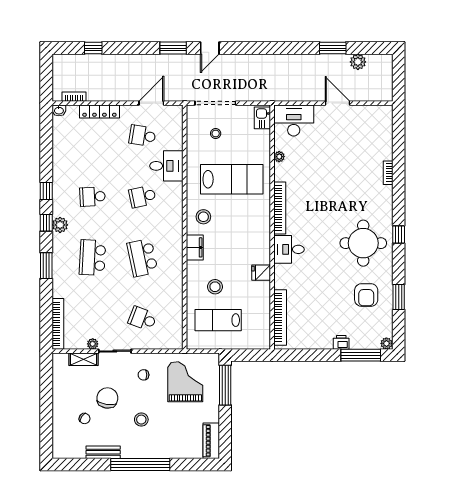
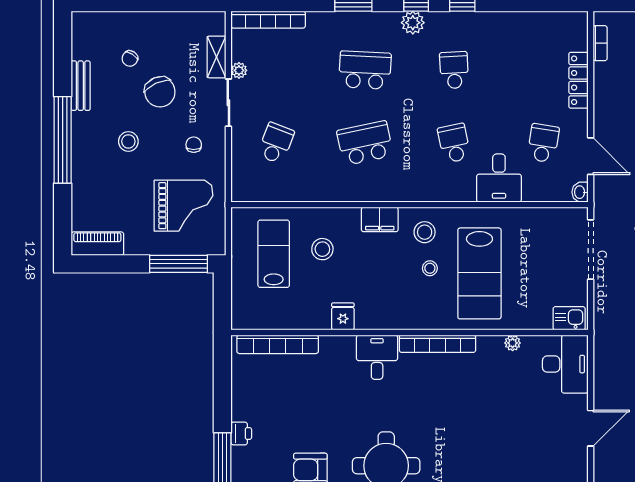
washbasin: (59, 110) -> (580, 192), moved
stool: (216, 133) -> (430, 268), moved
chair: (107, 398) -> (160, 92), turned 57

